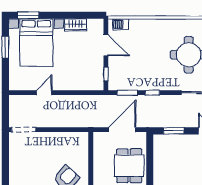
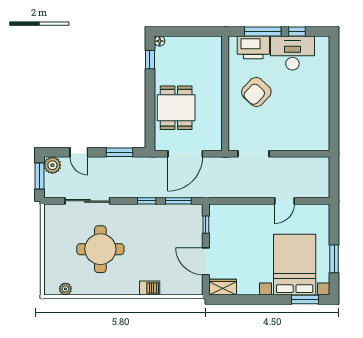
barbecue: (121, 24) -> (150, 288), moved
wardrobe: (75, 25) -> (223, 287), moved
doorway: (24, 130) -> (253, 154), moved

